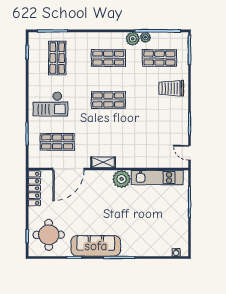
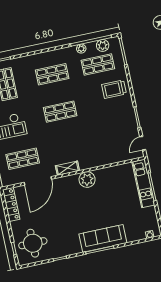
plant: (133, 39) -> (103, 45), moved
door: (190, 153) -> (143, 143), hinge flipped
kitchen unit: (157, 178) -> (143, 183), moved, turned 90
sofa: (96, 246) -> (103, 238), moved

